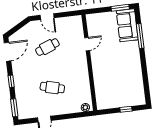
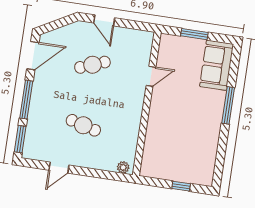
window: (120, 8) -> (194, 34), moved
window: (140, 36) -> (228, 105), moved
window: (11, 81) -> (26, 100), width x2.17

